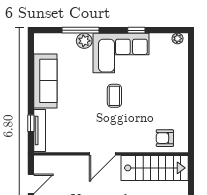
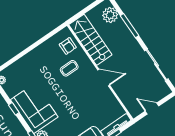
coffee table: (114, 96) -> (69, 68), moved

